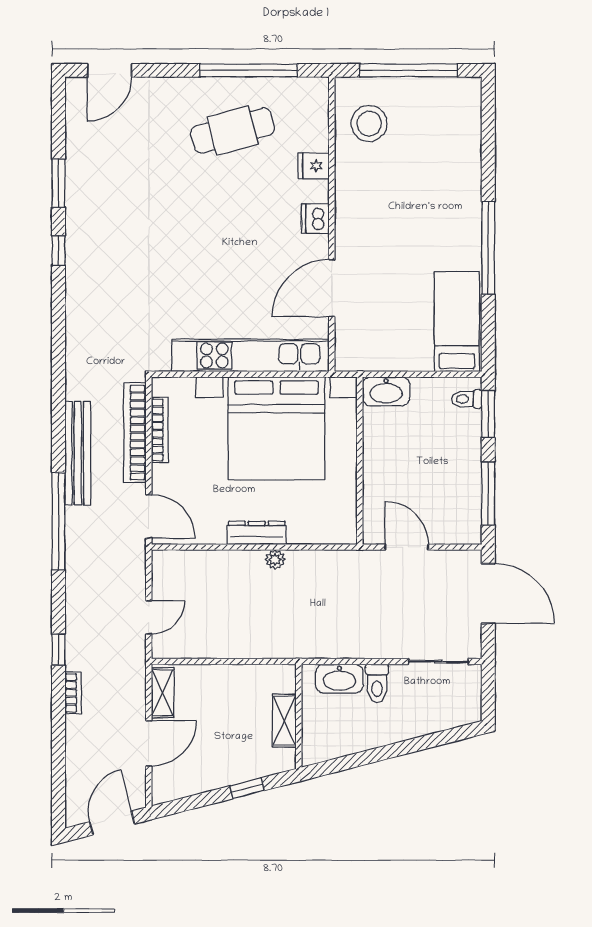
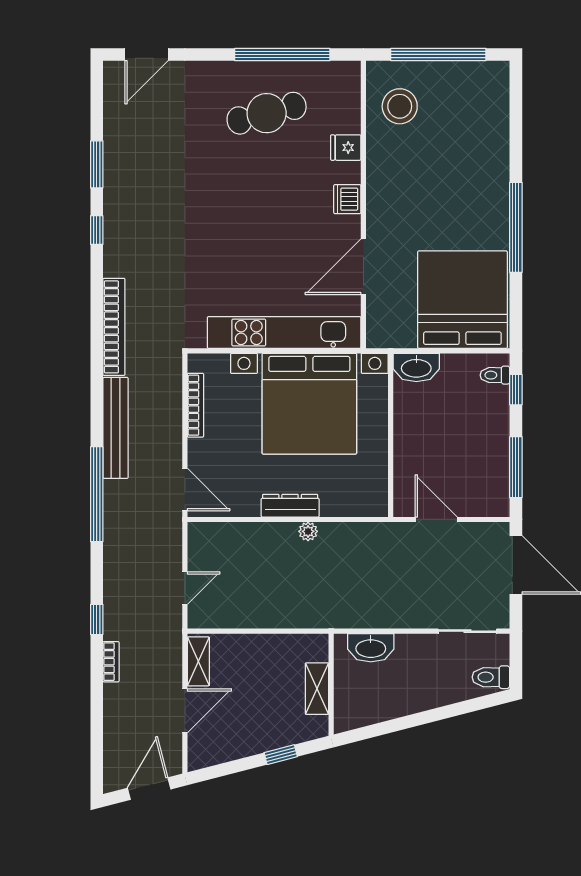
bed: (457, 322) -> (462, 300), width x2.04
window: (488, 414) -> (516, 390), width x0.67
bookcase: (135, 433) -> (114, 327), moved, turned 180
toilet: (377, 683) -> (491, 677), moved, turned 90

